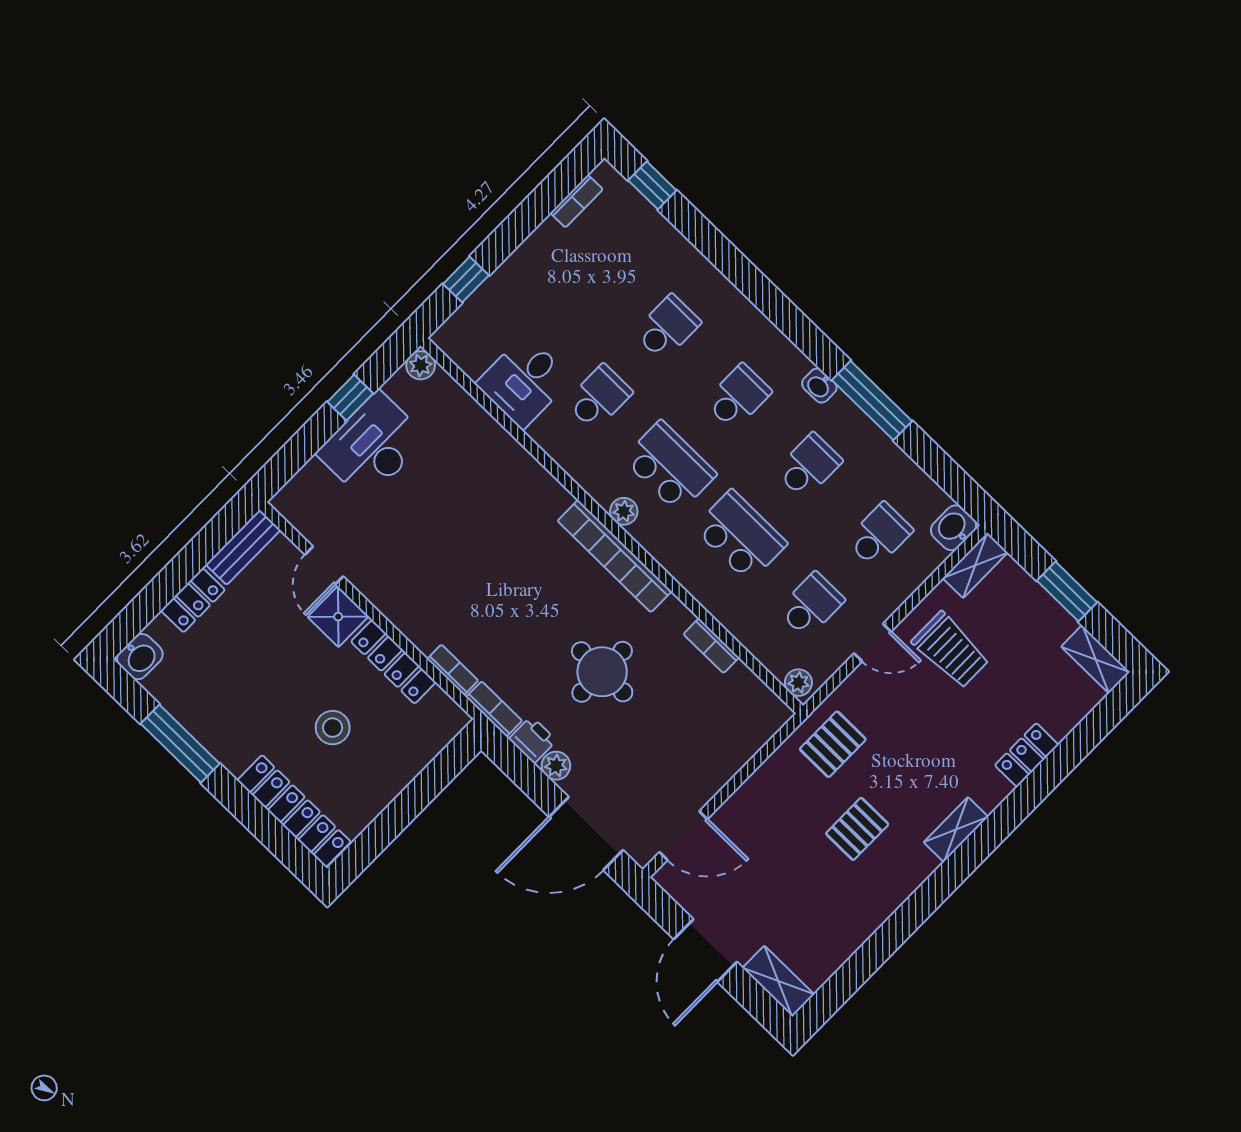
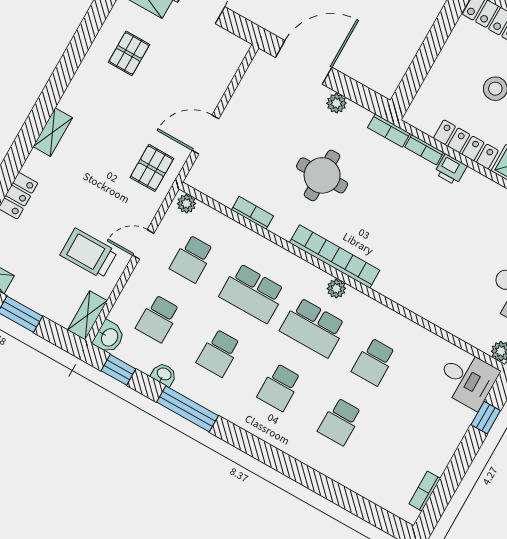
window: (652, 185) -> (118, 370), moved
desk: (524, 381) -> (467, 379), moved, turned 90
washbasin: (819, 386) -> (164, 374), moved
printer: (533, 740) -> (451, 170), moved
pallet: (857, 829) -> (129, 53), moved
door: (683, 836) -> (205, 135), moved

